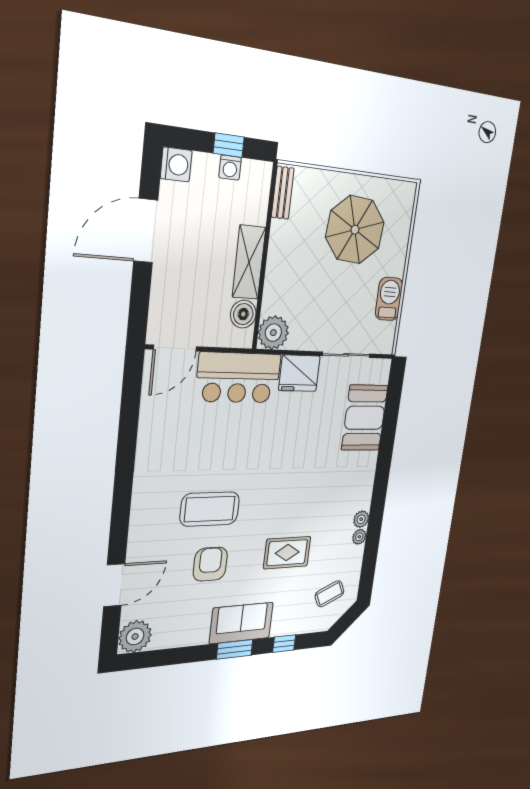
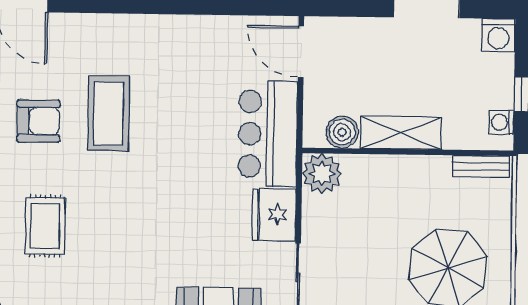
washing machine: (230, 168) -> (501, 122), moved

